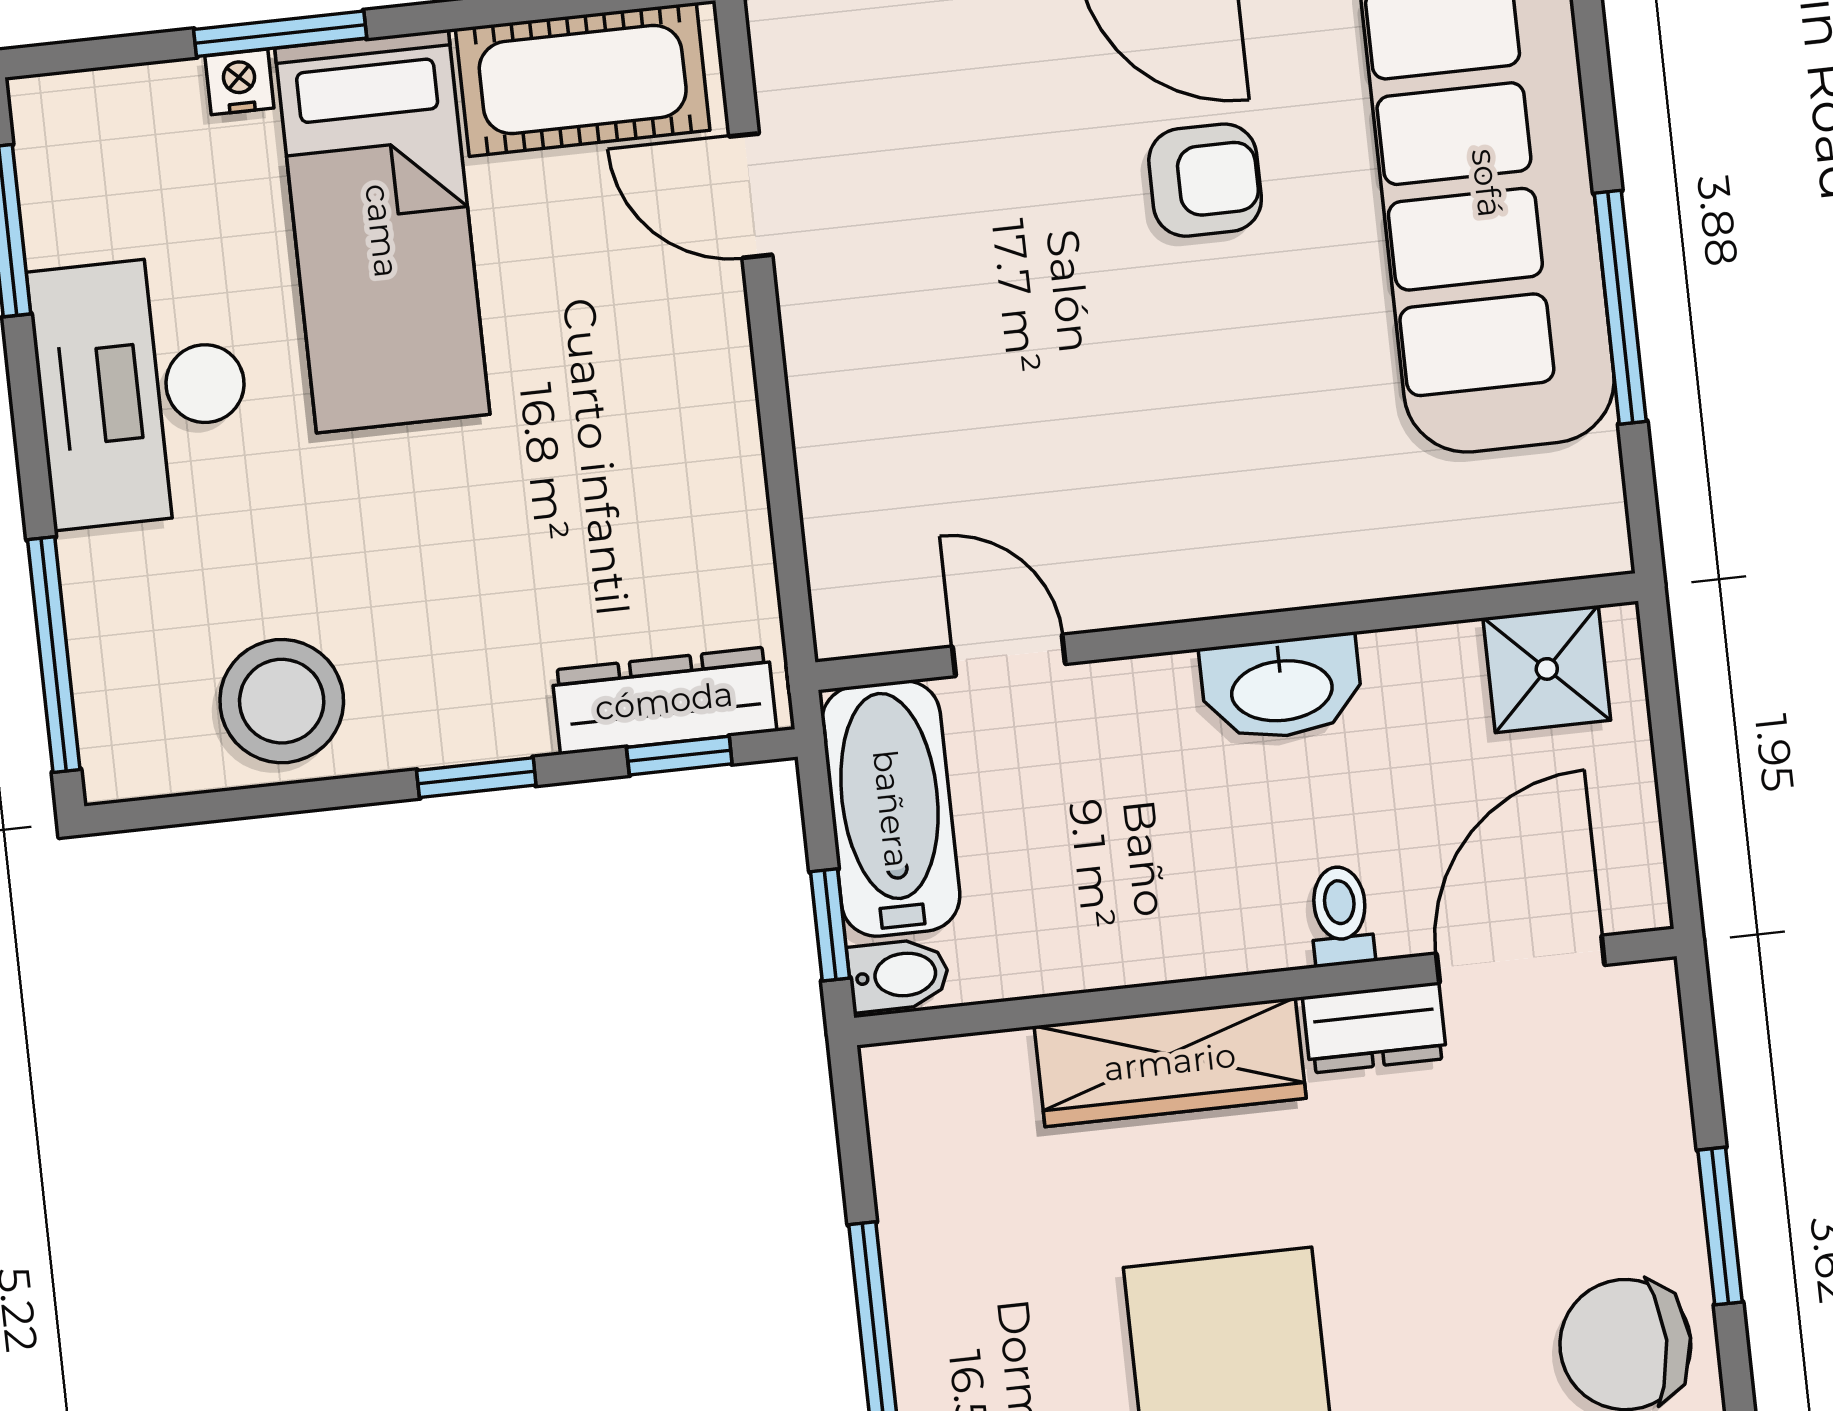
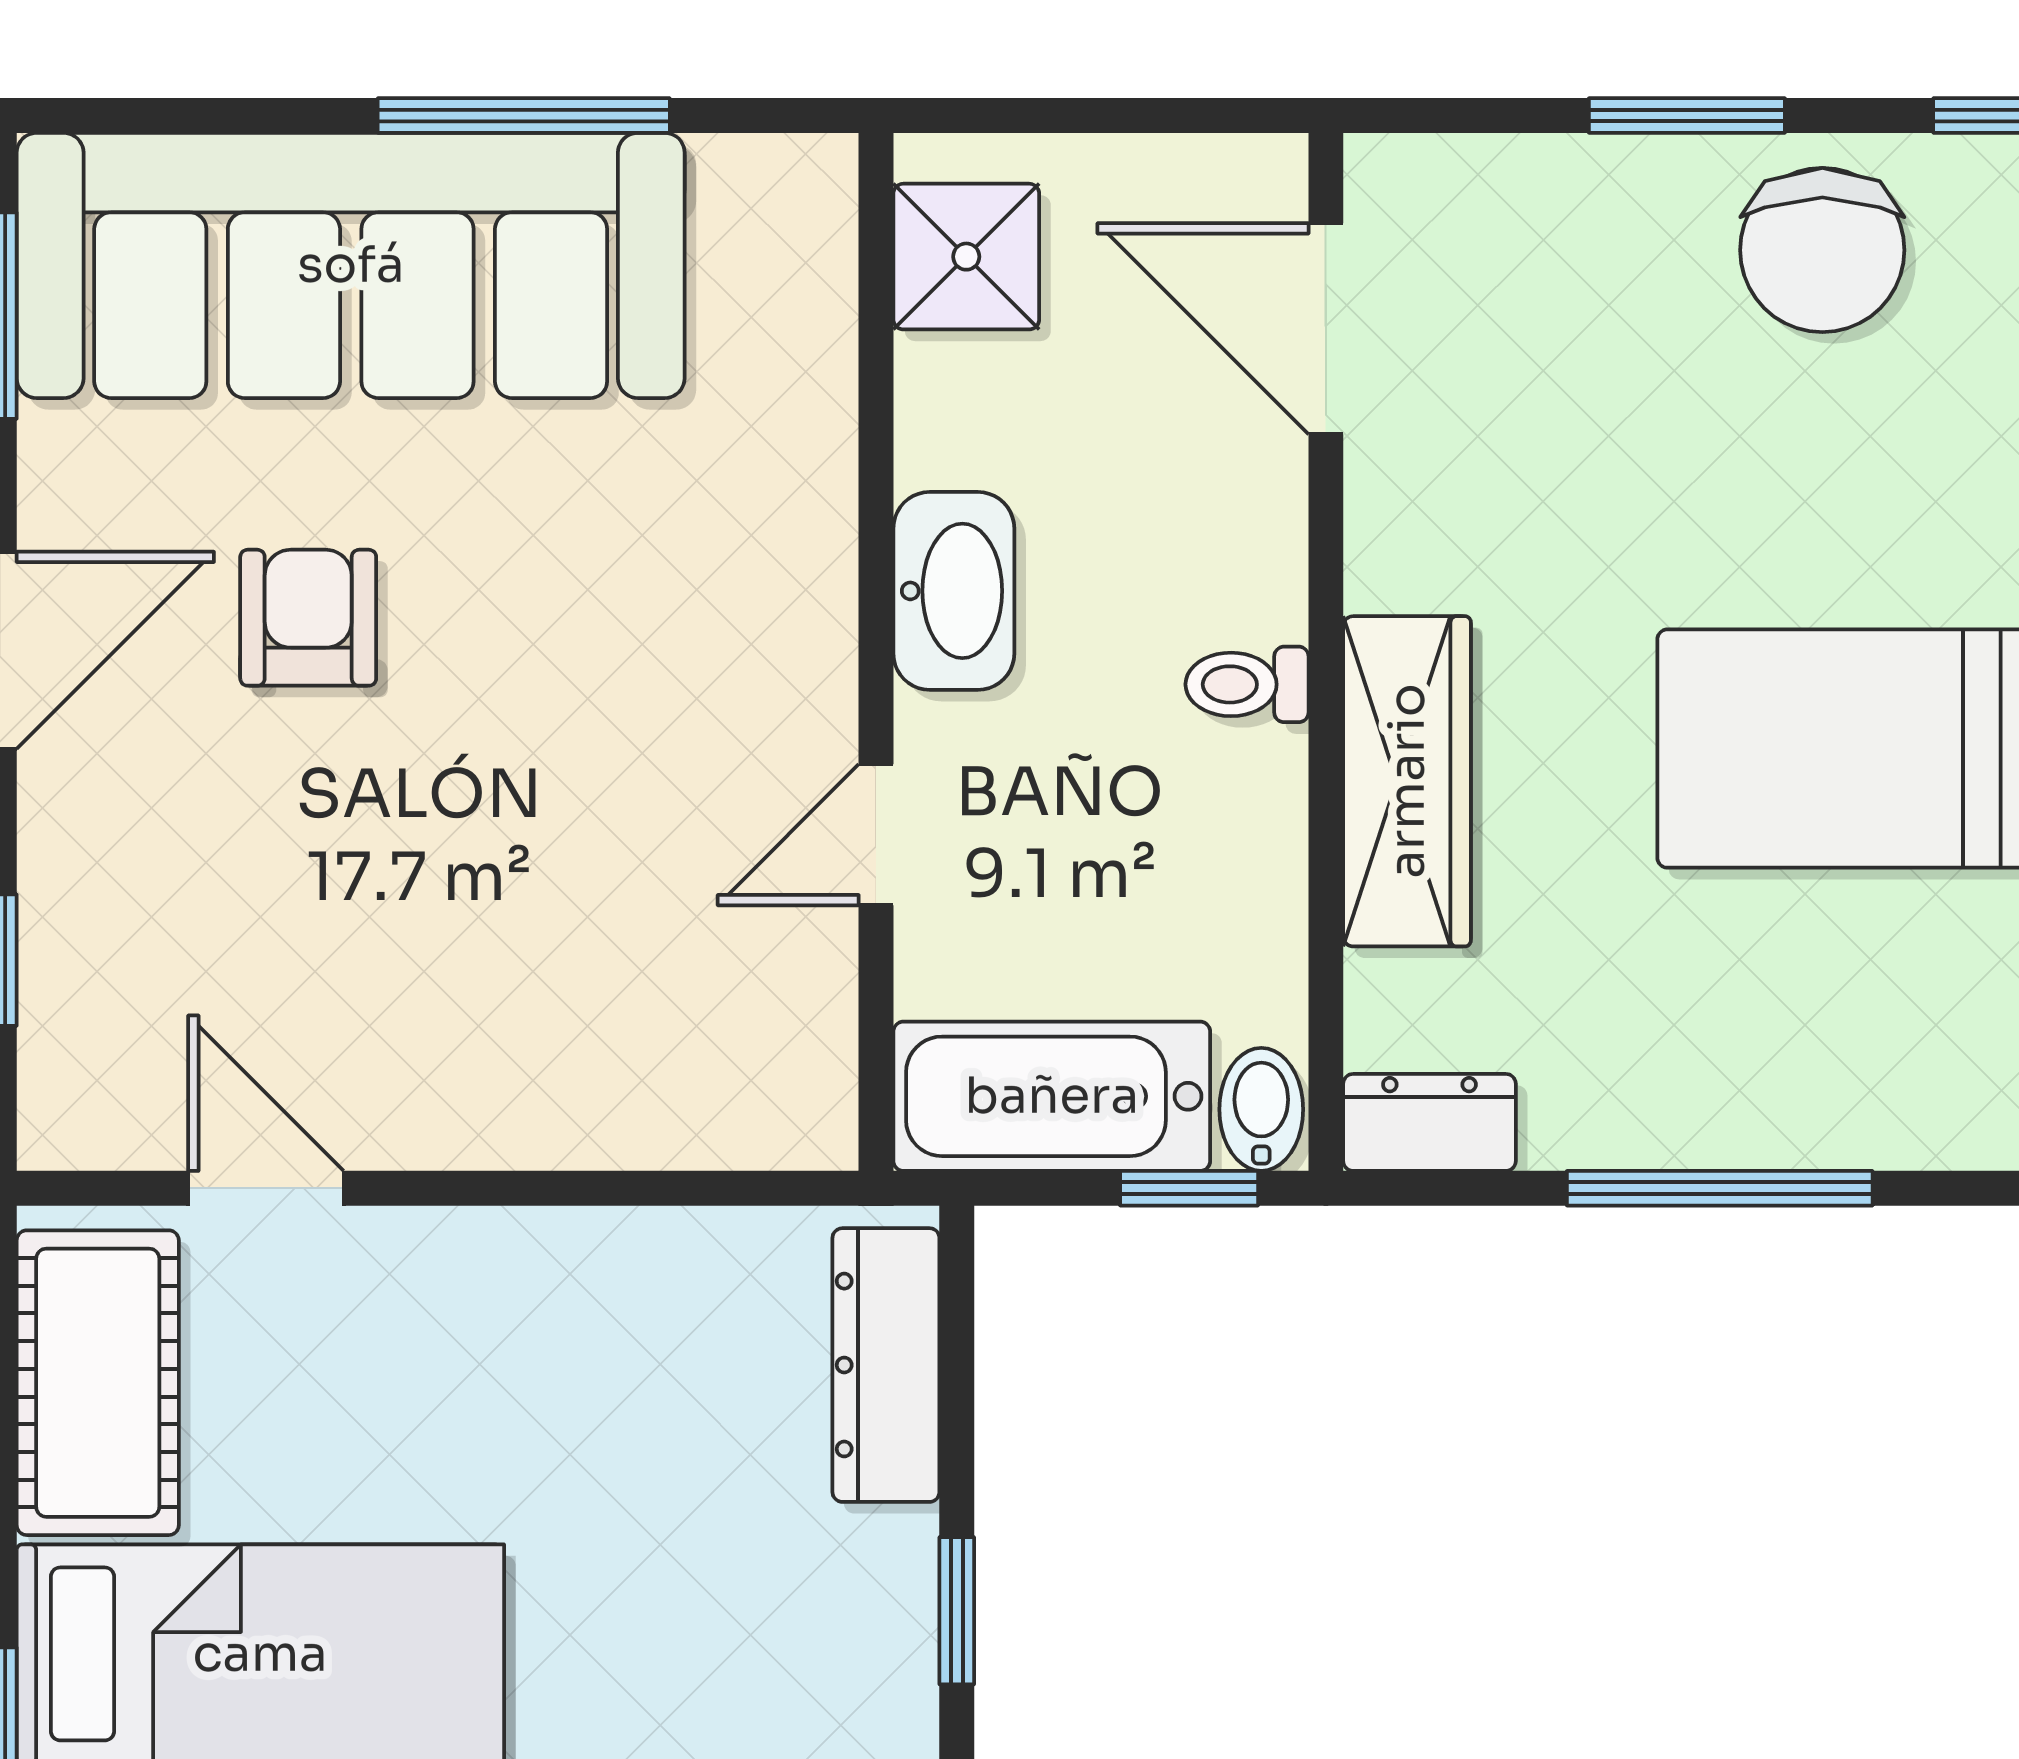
door: (751, 196) -> (266, 1188), swing flipped
door: (1009, 655) -> (876, 835), moved
window: (679, 756) -> (957, 1354), removed
toilet: (1341, 916) -> (1247, 684), moved
dresser: (1375, 1028) -> (1429, 1122), moved, turned -90

